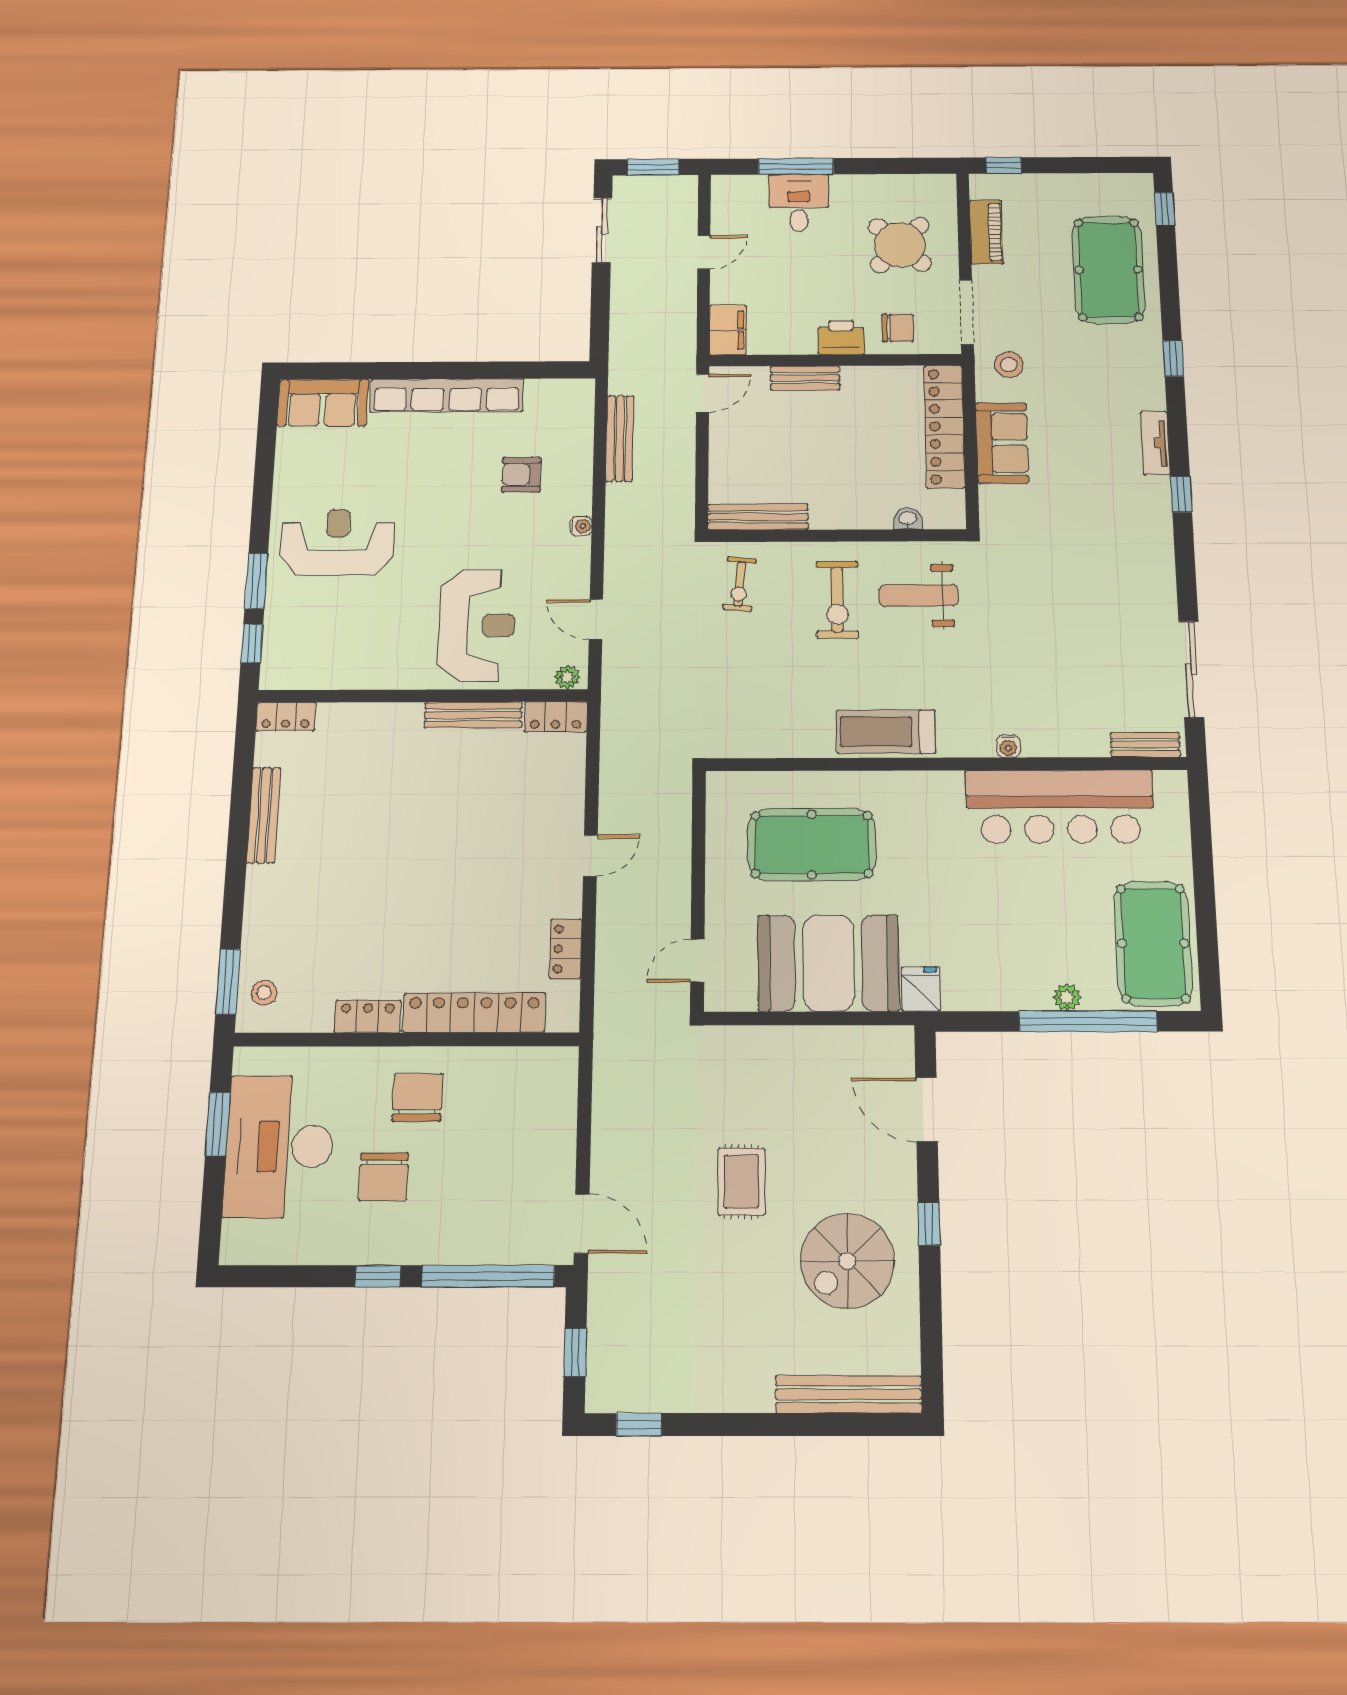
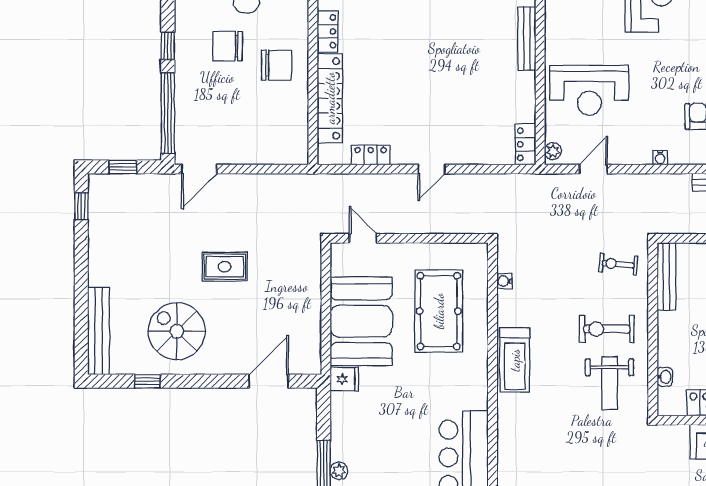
weight bench: (919, 595) -> (610, 383), turned 180
bench: (473, 715) -> (527, 38), moved
treadmill: (886, 732) -> (515, 360), turned 180
water cooler: (1008, 746) -> (504, 281), moved
door: (590, 856) -> (432, 169), hinge flipped
window: (929, 1224) -> (147, 381), moved

